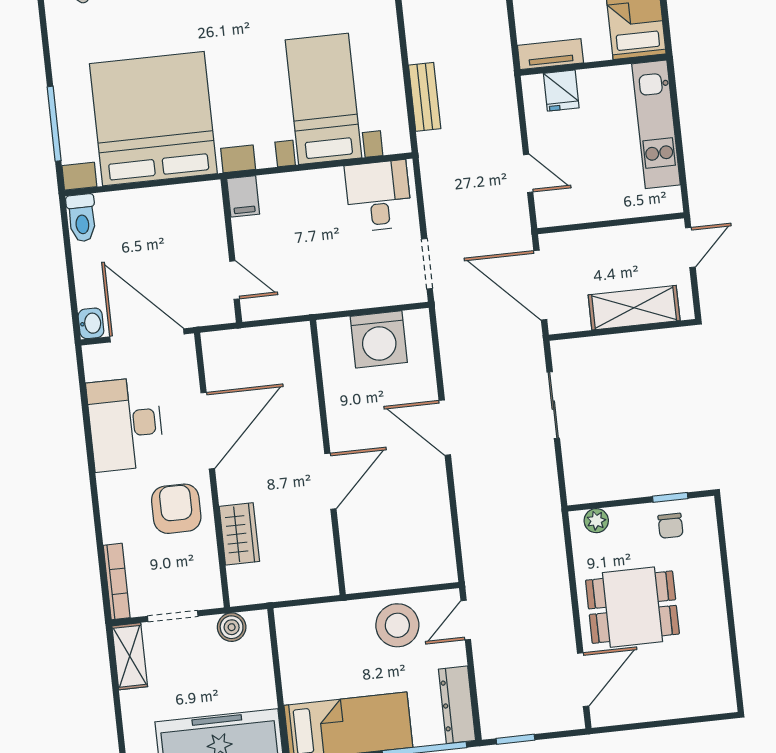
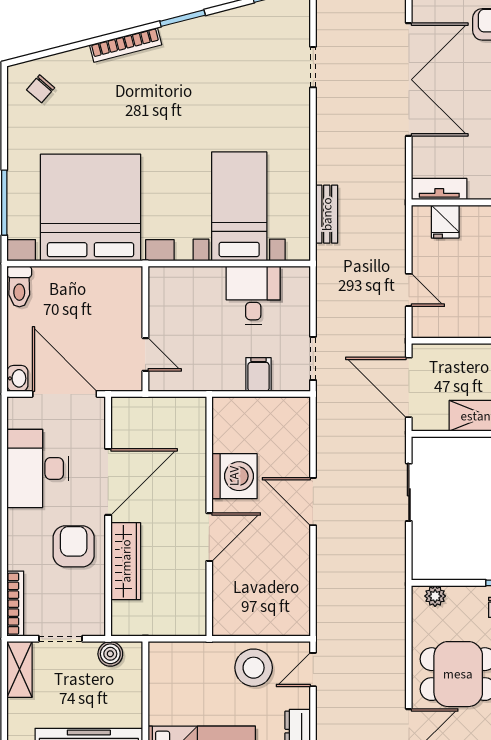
filing cabinet: (243, 196) -> (258, 374), moved, turned 180
desk: (378, 196) -> (253, 295), moved
washing machine: (379, 339) -> (234, 476), moved, turned -90
wardrobe: (239, 534) -> (126, 561), width x1.50

